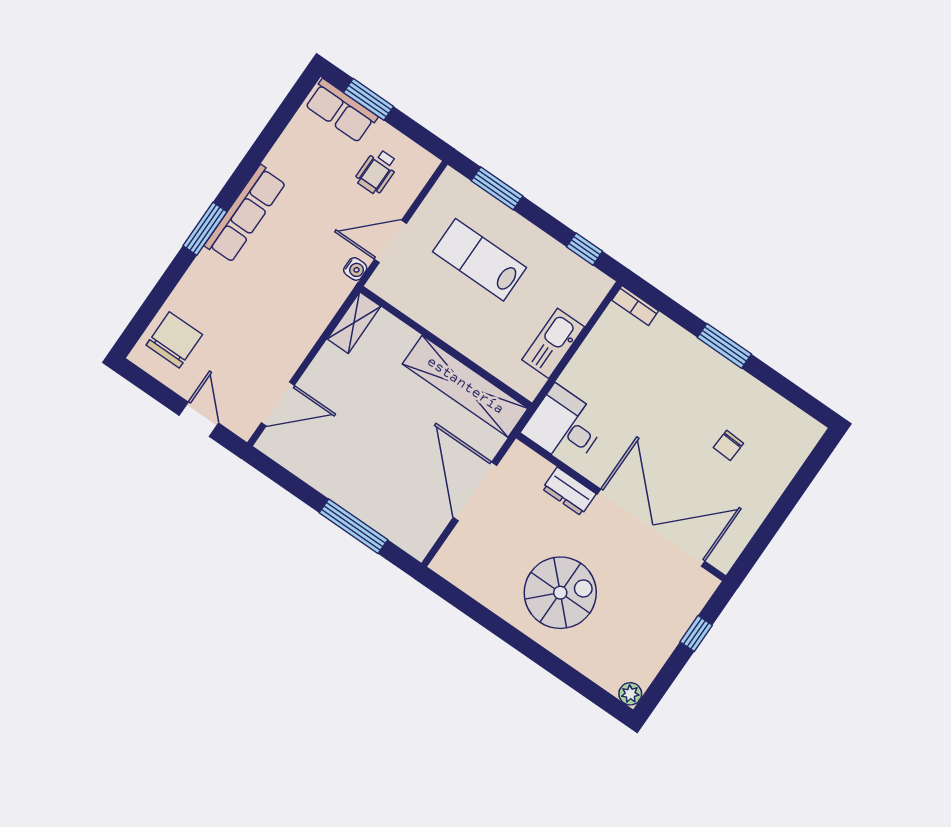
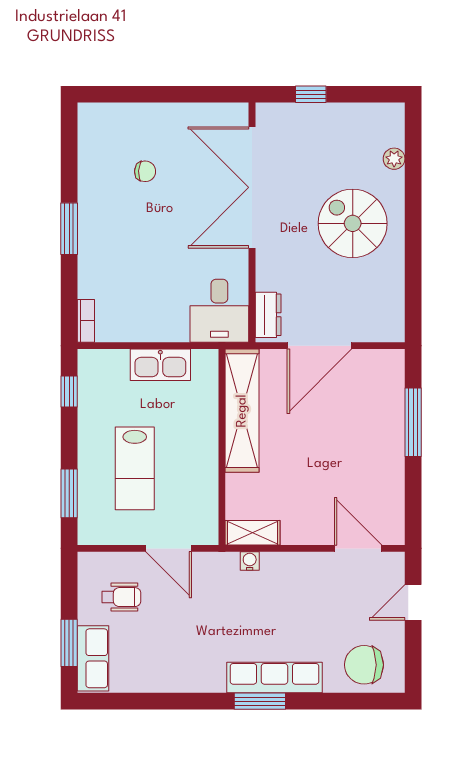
row of seats: (245, 214) -> (274, 678), moved
water cooler: (355, 269) -> (250, 561), moved
dresser: (569, 491) -> (268, 315), moved
plant: (630, 694) -> (394, 159), moved

